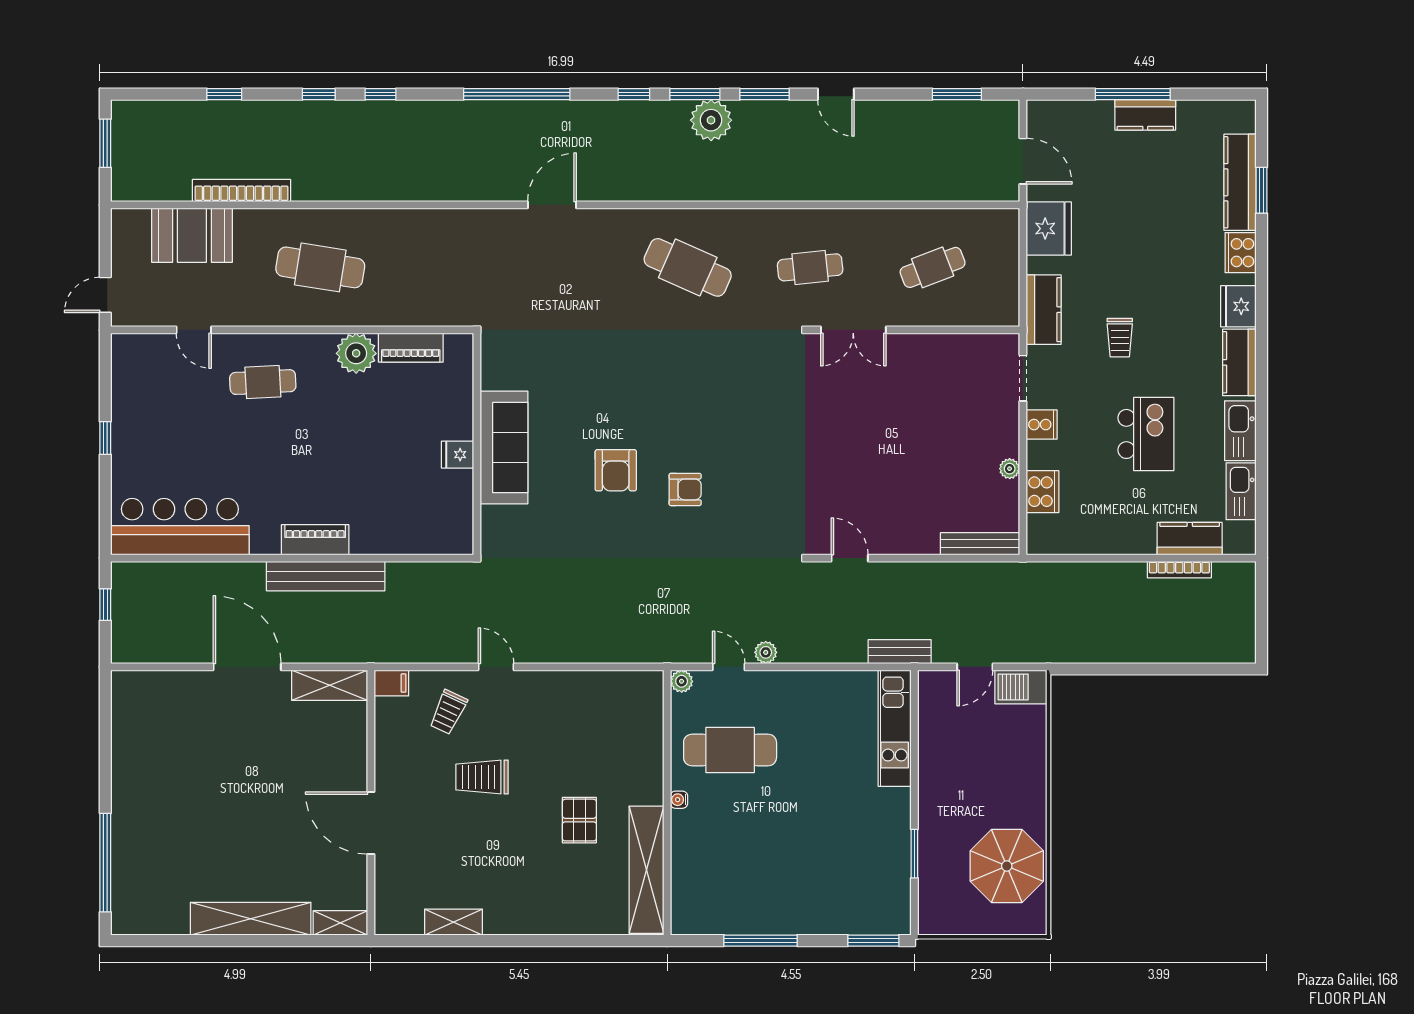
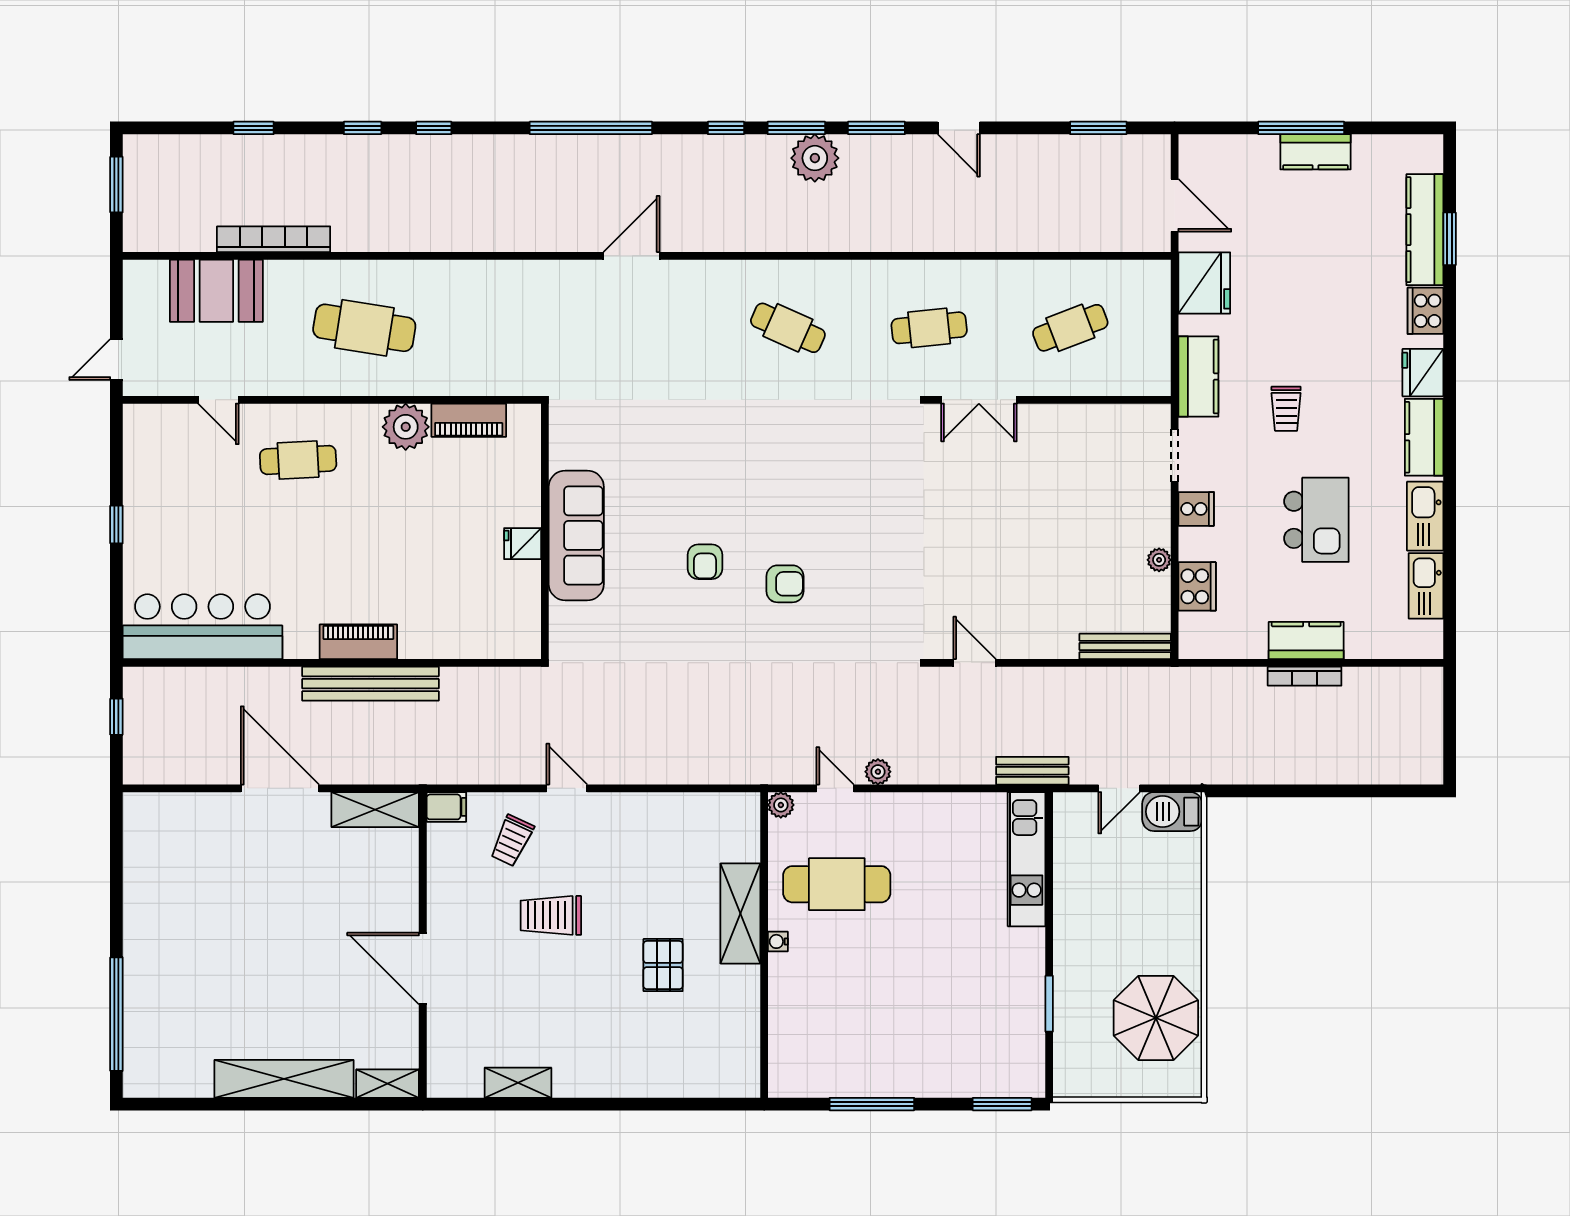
cafe table: (688, 267) -> (788, 328), width x0.73, depth x0.74
armchair: (616, 470) -> (705, 562), width x0.72, depth x0.72
kitchen counter: (1190, 539) -> (1306, 641), moved
bookcase: (1179, 570) -> (1305, 676), moved
shelving: (646, 870) -> (740, 913), moved, width x0.68

